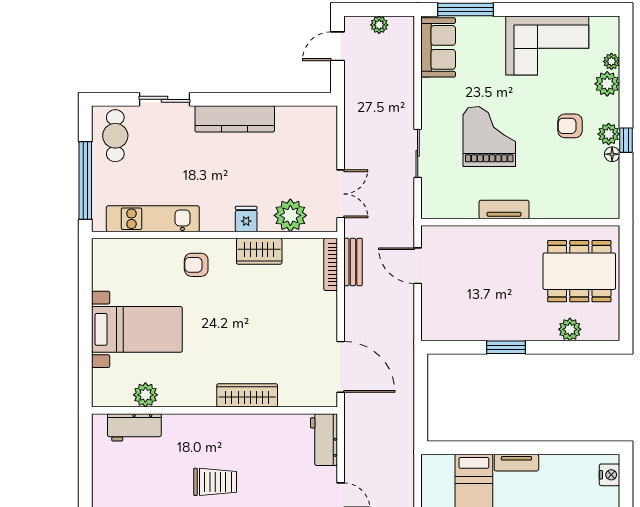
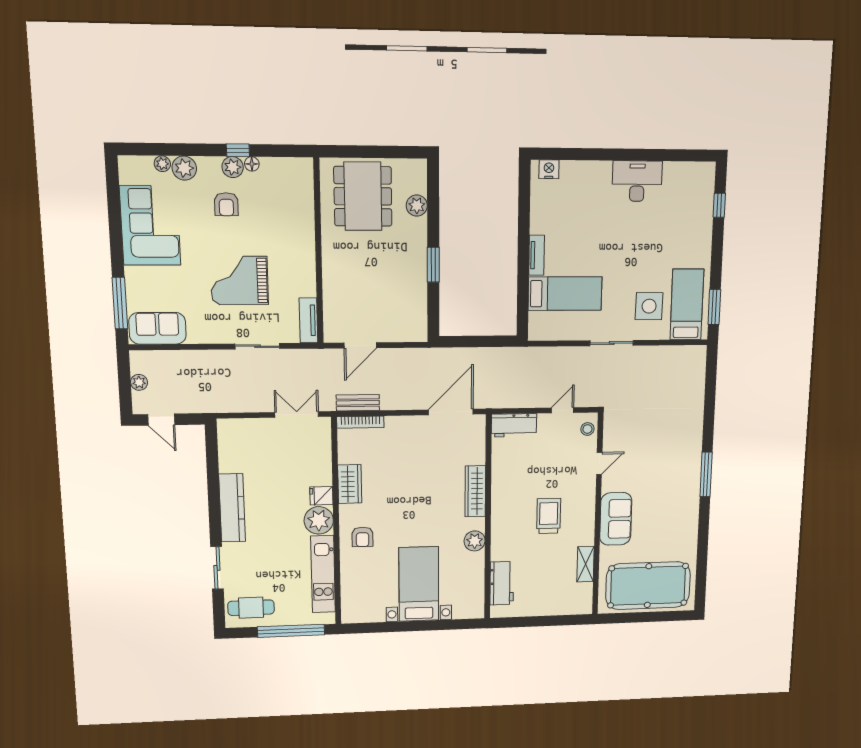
tv unit: (504, 210) -> (308, 320), moved
plant: (290, 215) -> (319, 520), moved
plant: (145, 395) -> (475, 541), moved

